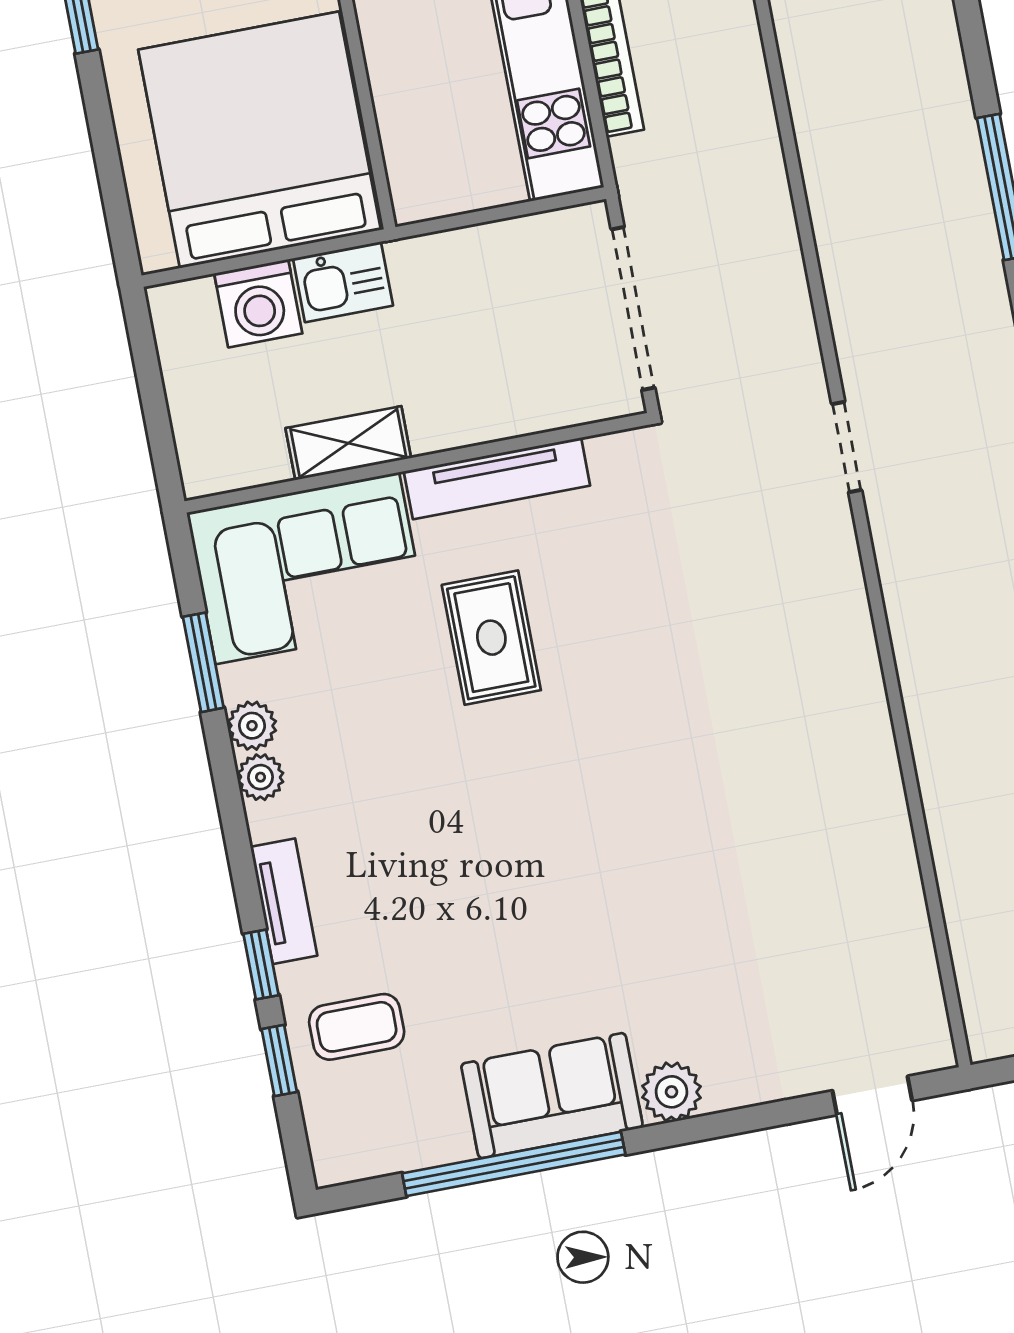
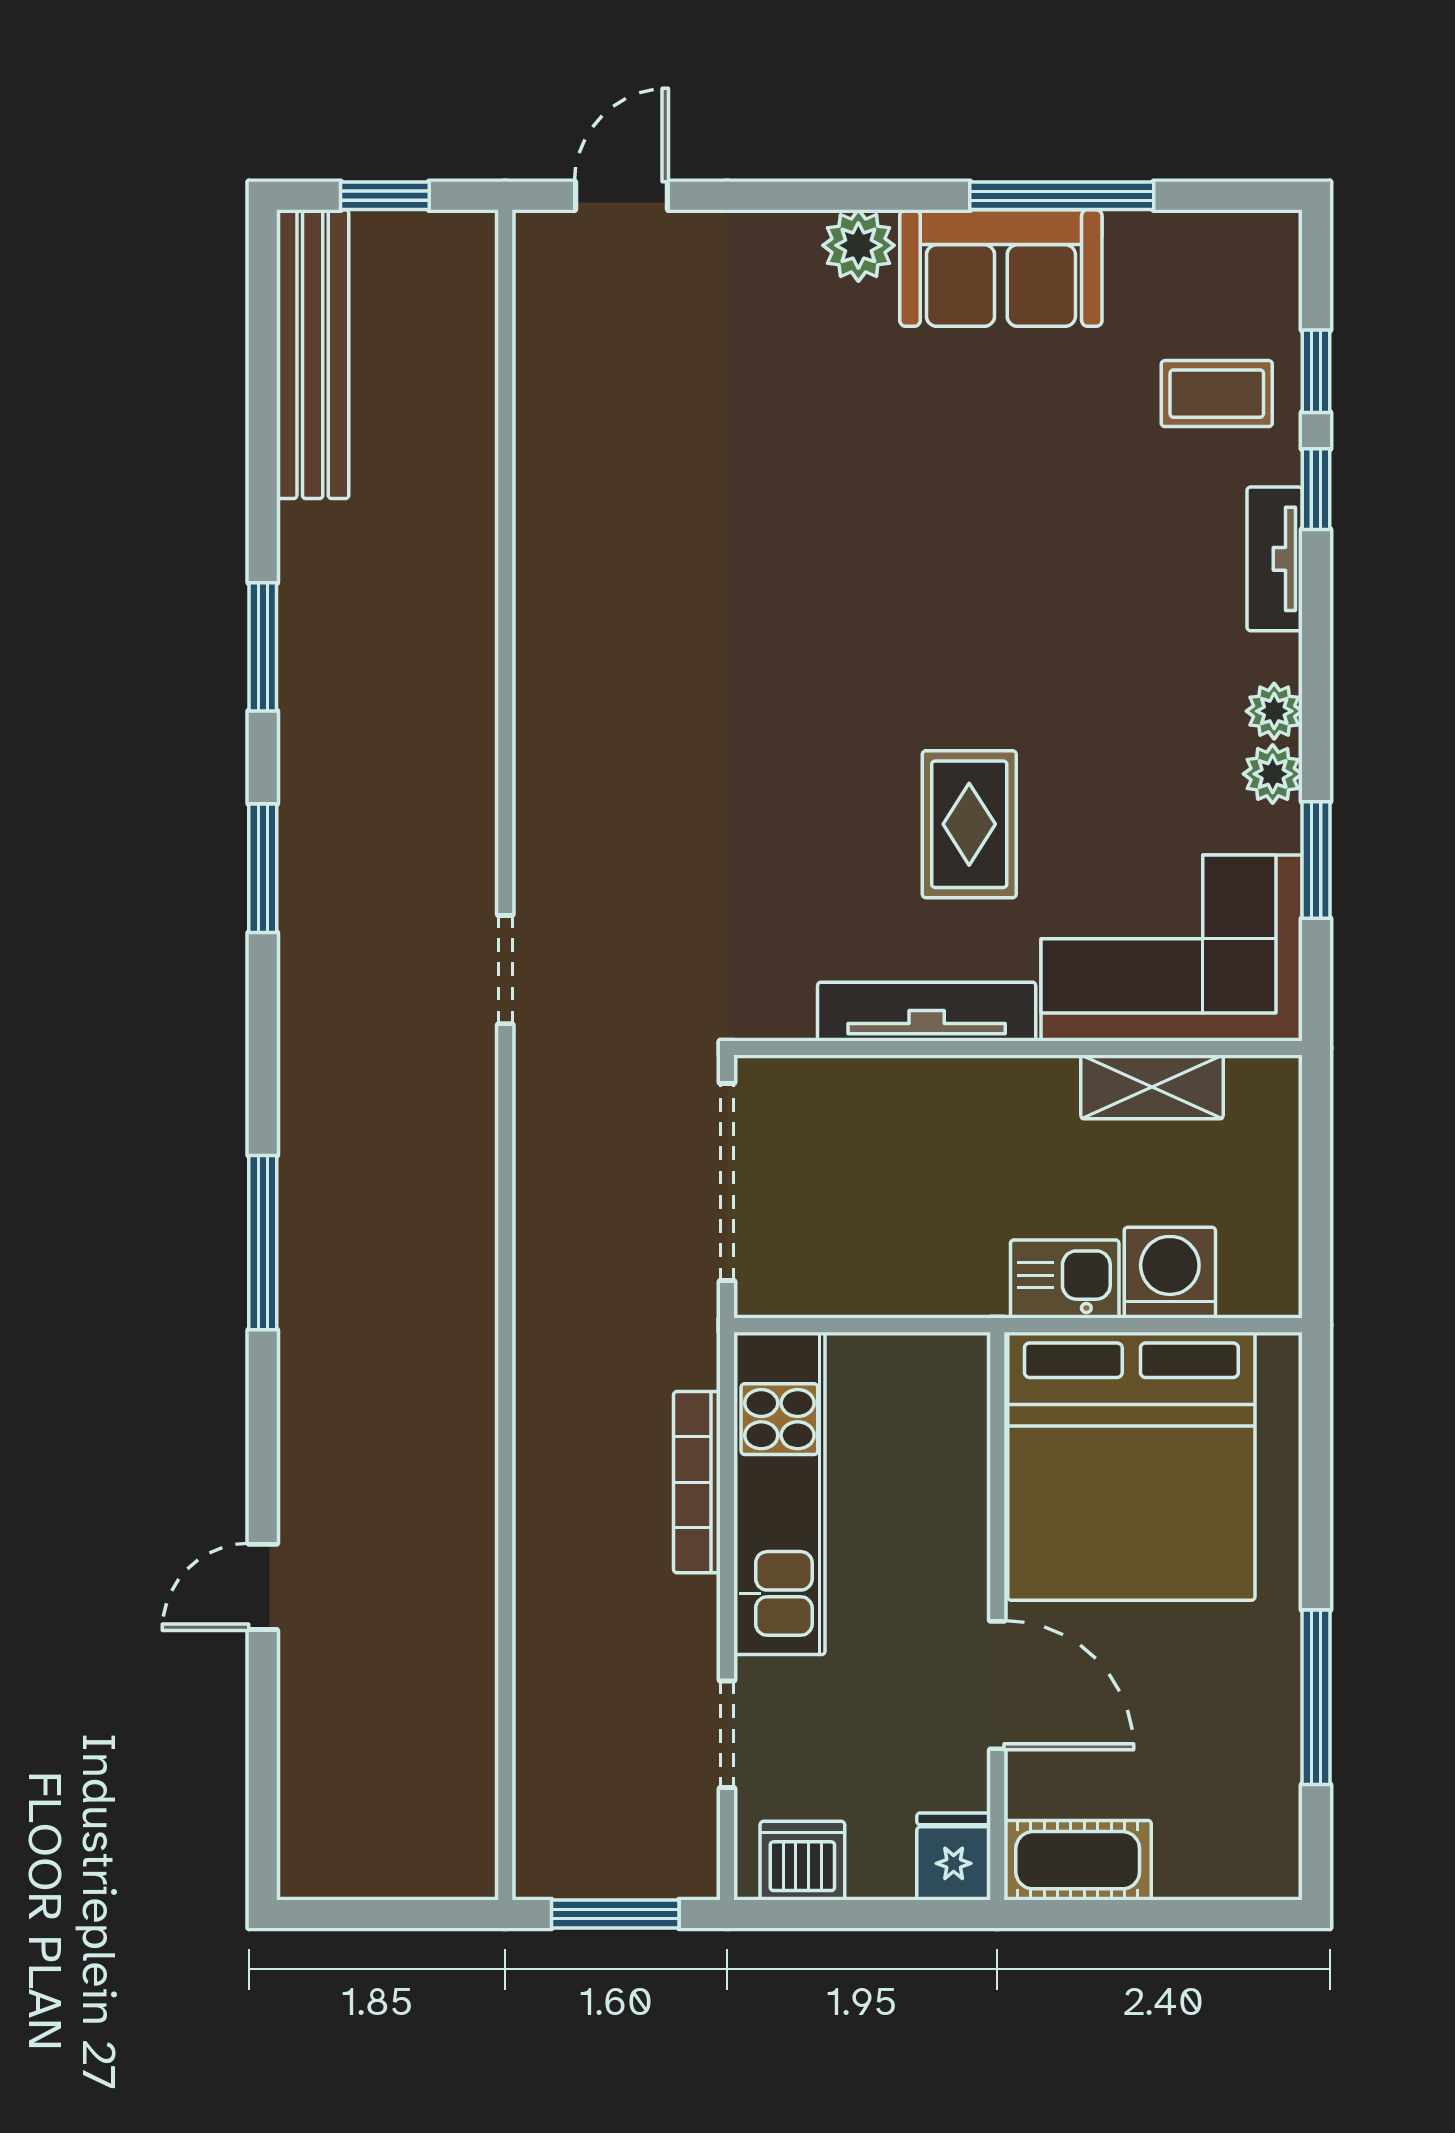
shelving: (348, 443) -> (1152, 1087), moved
window: (514, 1164) -> (1062, 196), width x0.68

